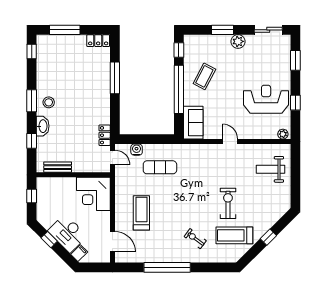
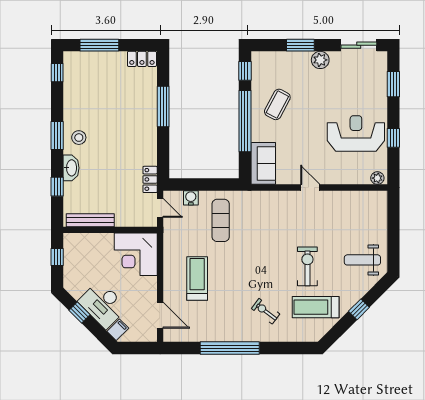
bench: (58, 167) -> (90, 220), width x1.36
exercise mat: (160, 167) -> (221, 220), turned 90
weight bench: (270, 169) -> (362, 260), moved

